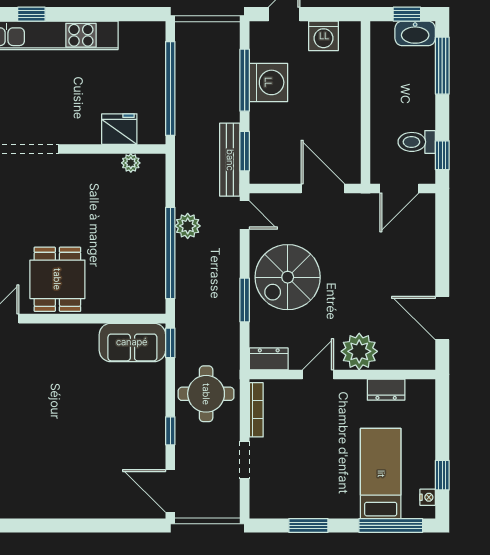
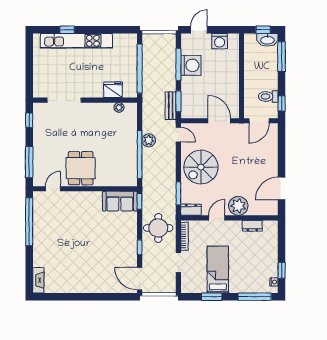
bench: (230, 160) -> (171, 106), width x0.73
window: (245, 300) -> (178, 193), moved
door: (442, 318) -> (282, 188), hinge flipped
bed: (381, 474) -> (218, 270), moved

